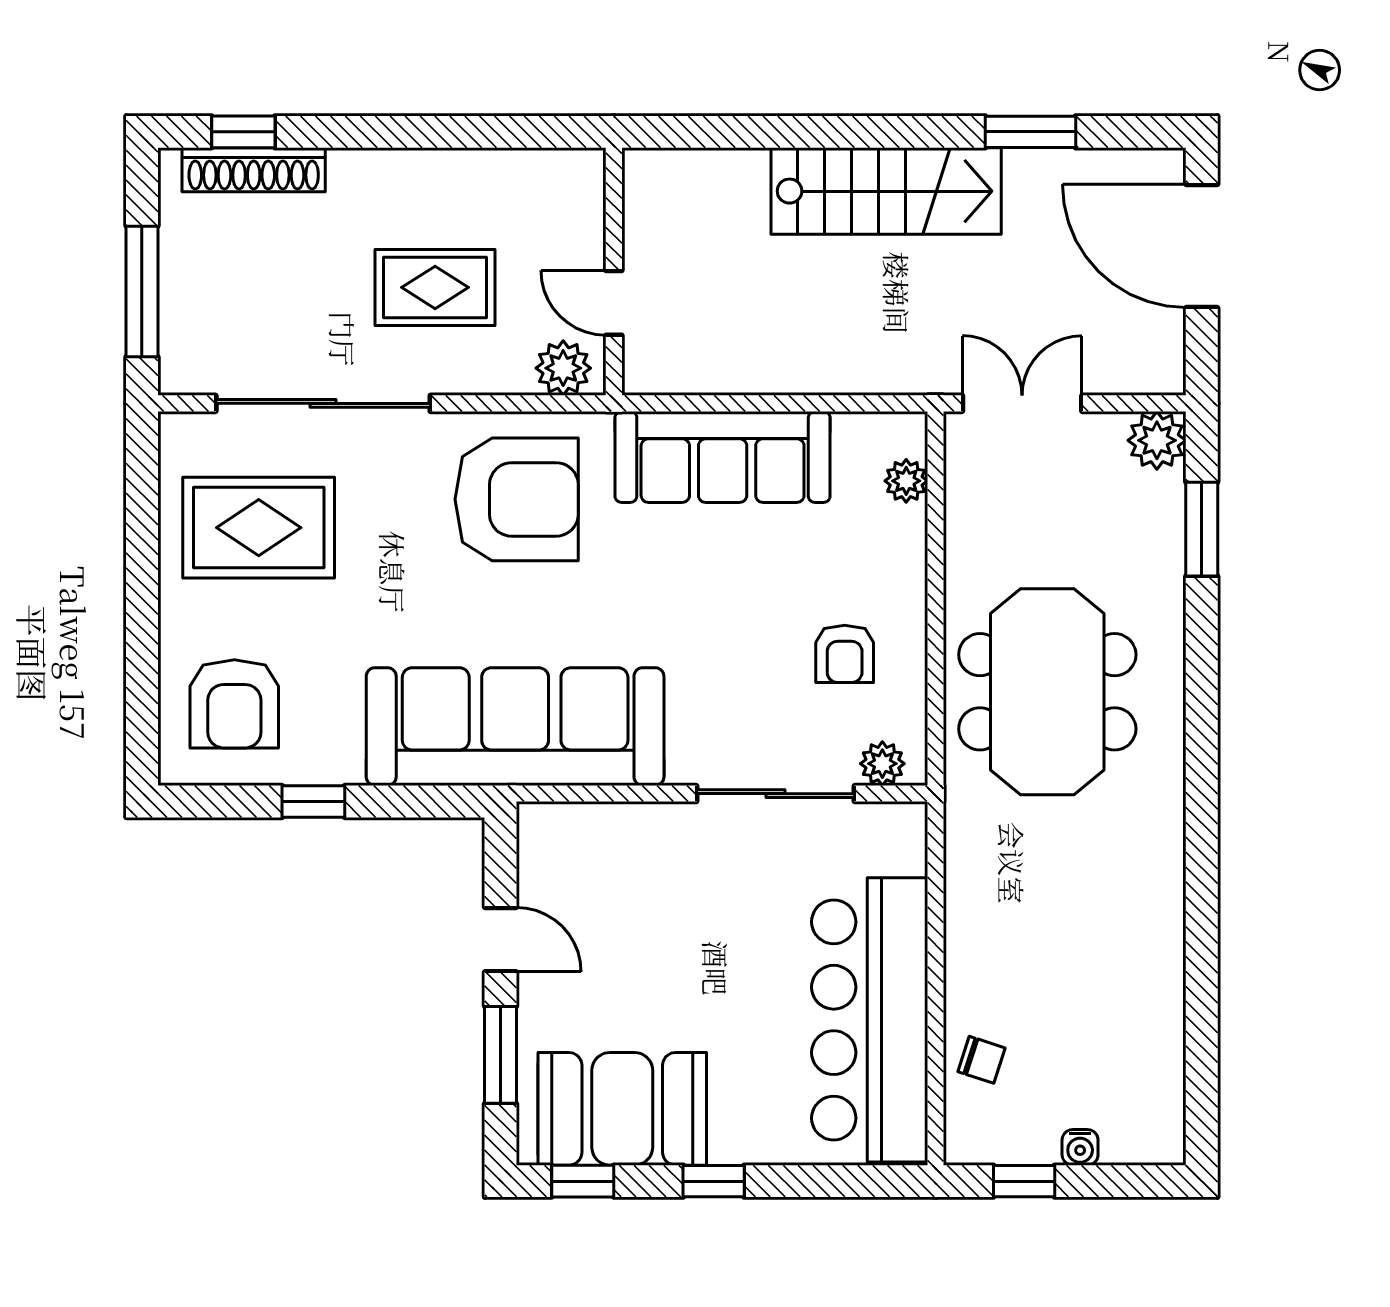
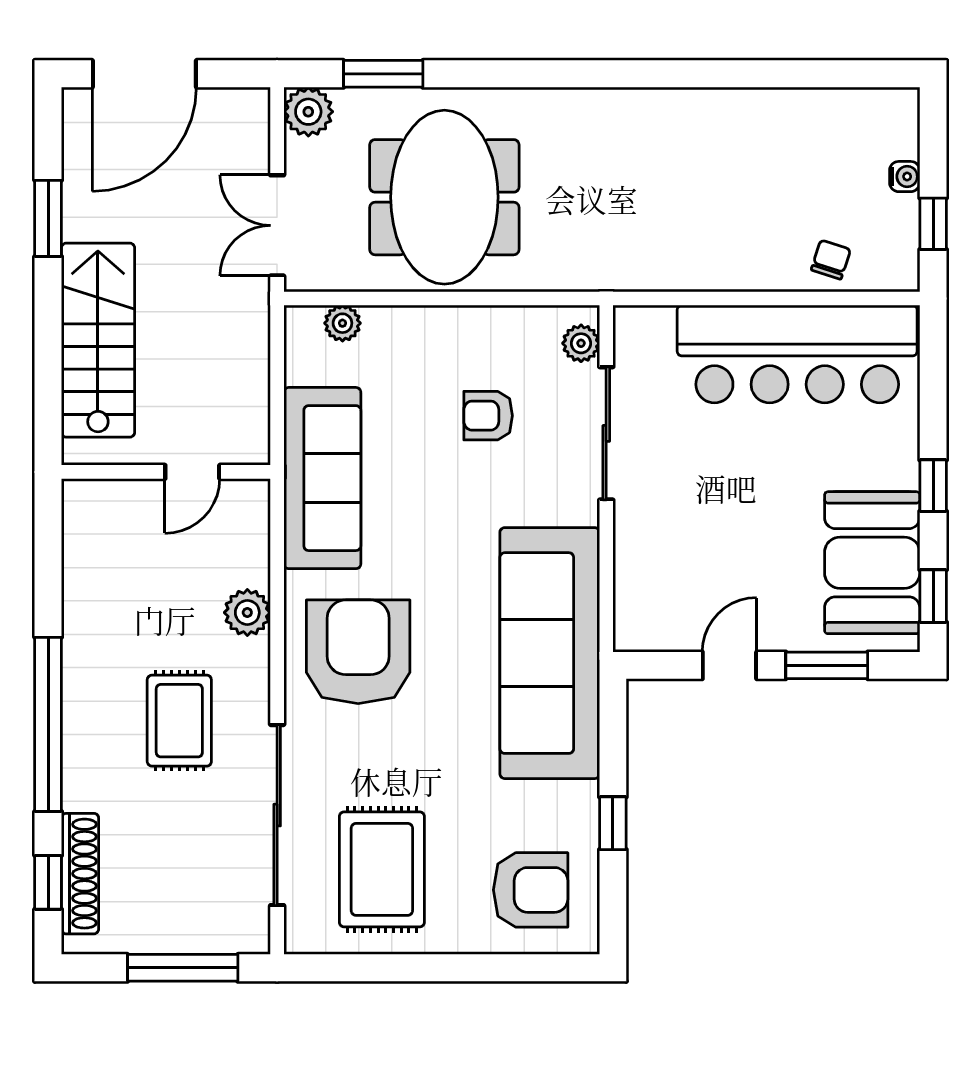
window: (431, 132) -> (48, 724), added
wall: (614, 272) -> (166, 472), moved
door: (614, 303) -> (192, 472), moved
armchair: (845, 654) -> (488, 416), moved, turned 180
meeting table: (1047, 692) -> (444, 197), moved, turned 90

